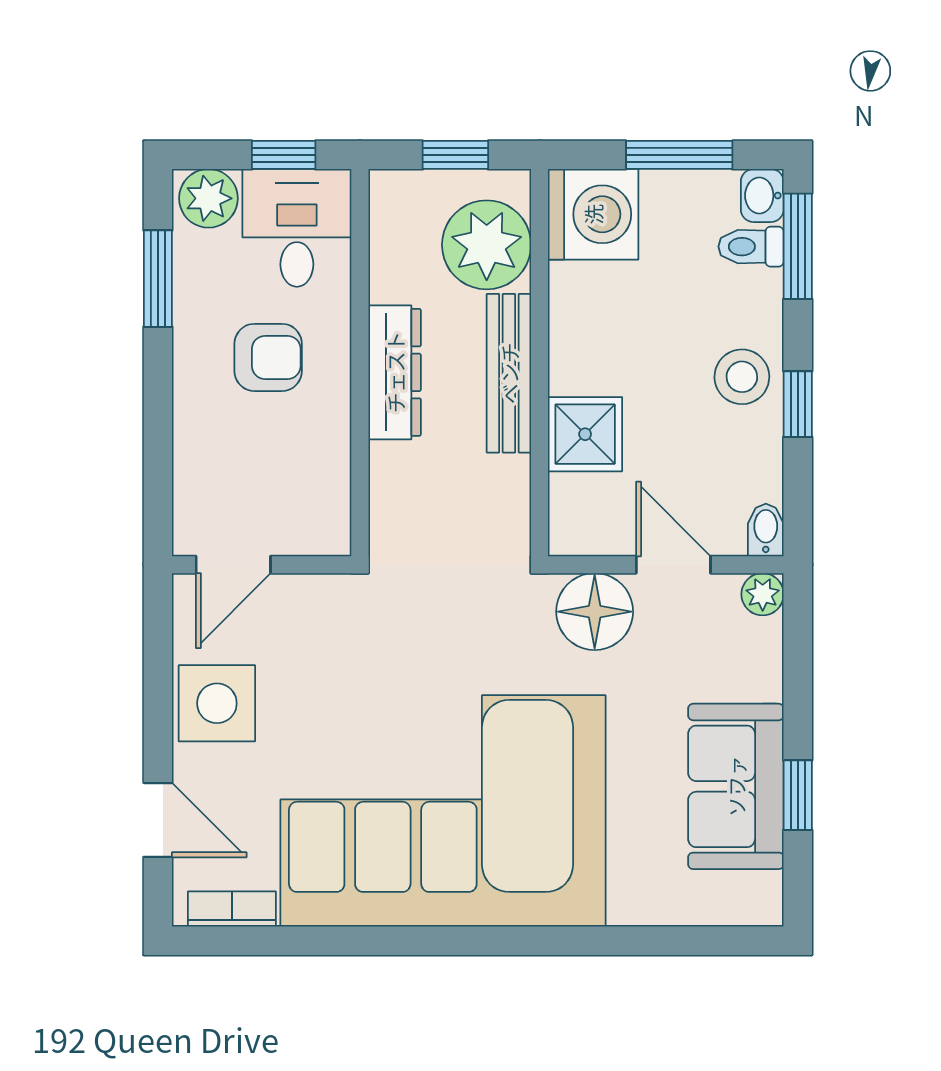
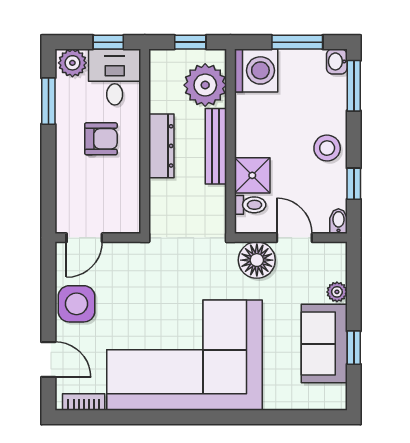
toilet: (751, 247) -> (250, 205), moved, turned 180
window: (798, 404) -> (354, 184), moved
plant: (763, 594) -> (337, 292), moved

